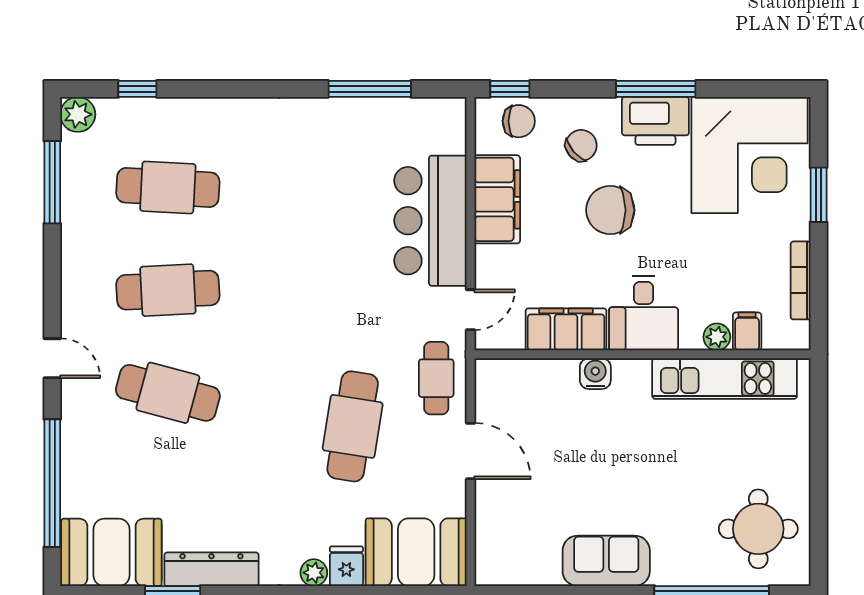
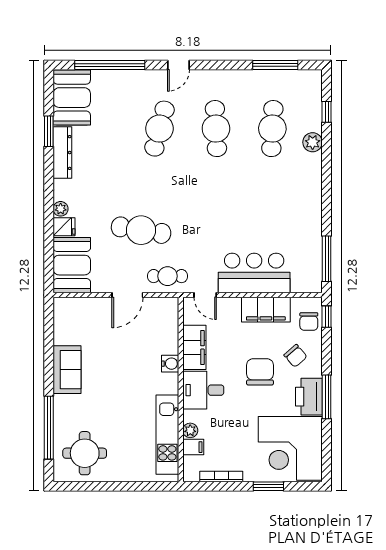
window: (370, 89) -> (327, 259), moved
plant: (78, 114) -> (313, 142), moved

